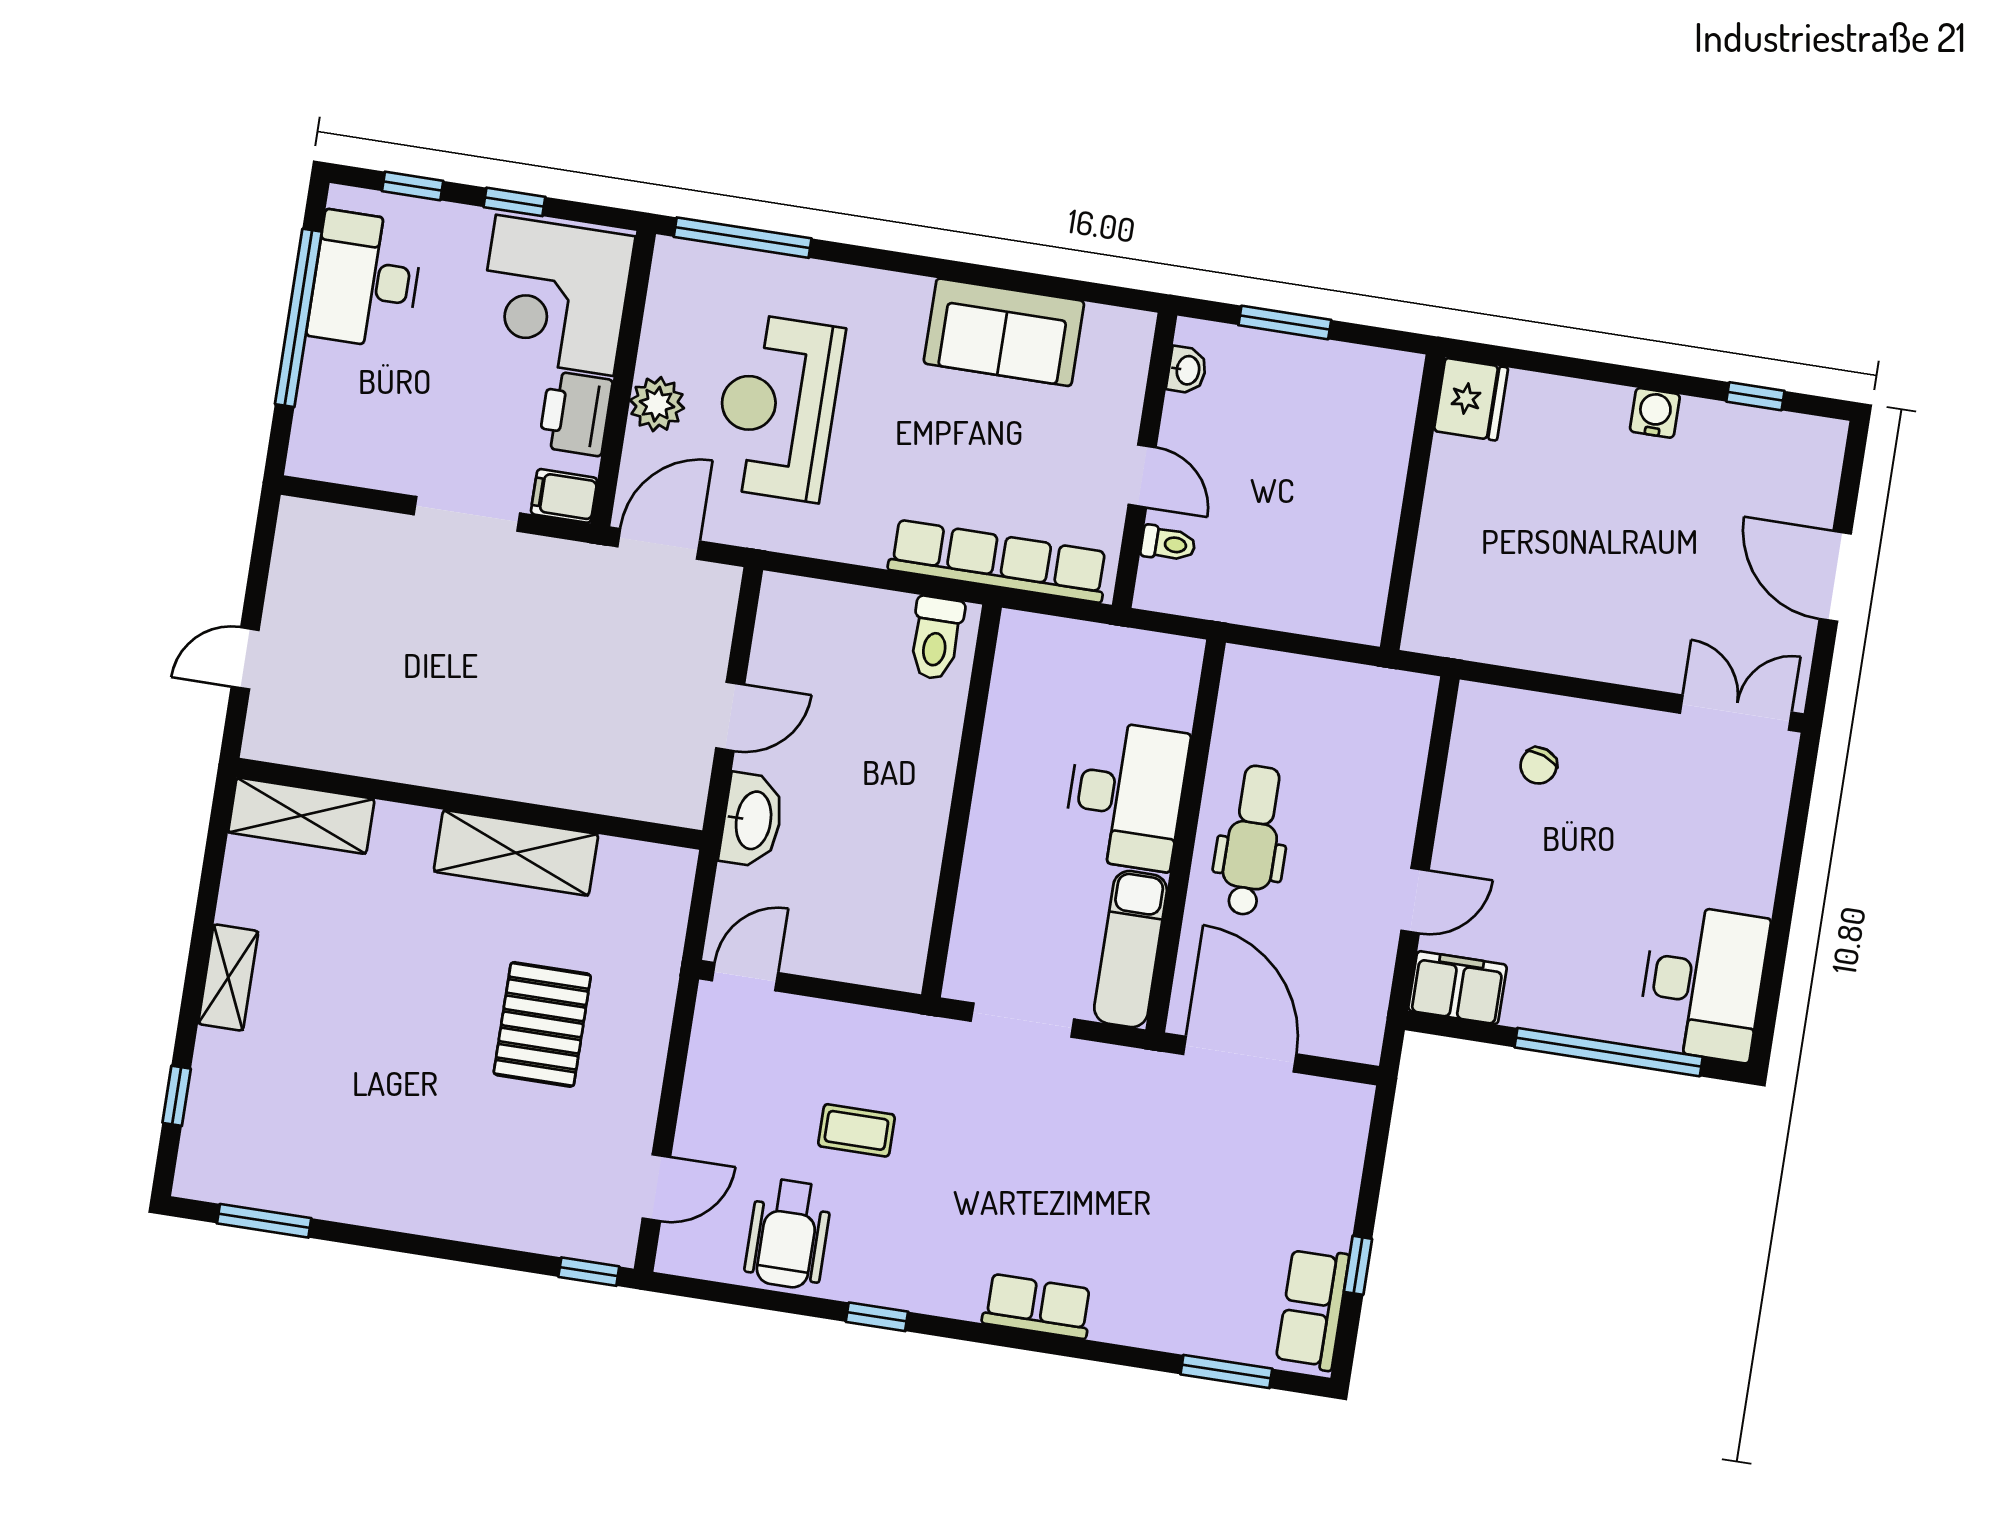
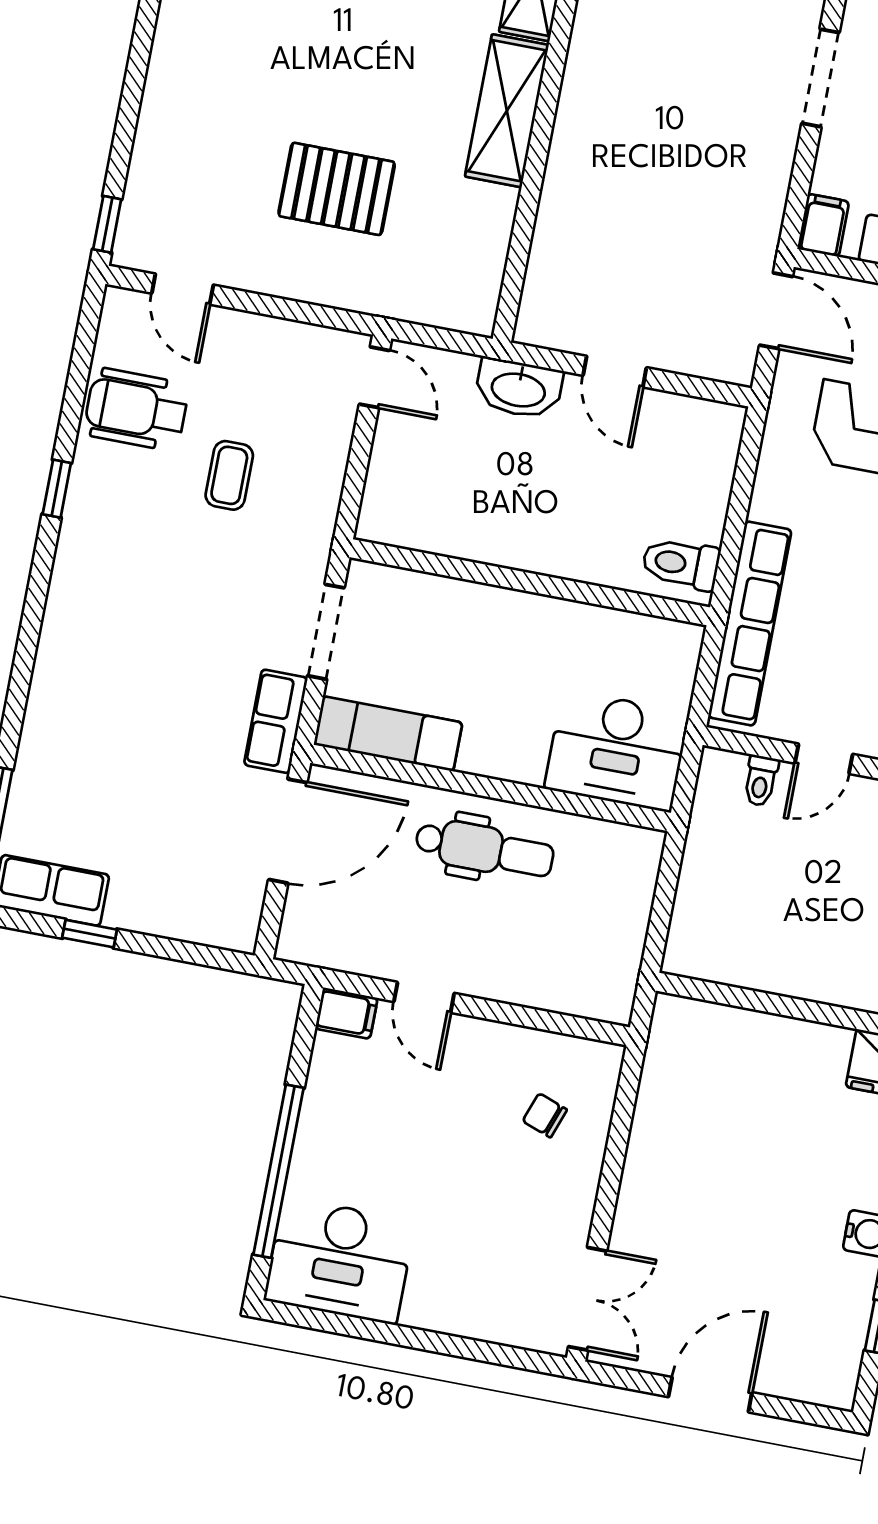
doorway: (467, 514) -> (820, 78), moved
desk: (1126, 795) -> (617, 751), moved
shelving: (516, 853) -> (507, 111), moved
filing cabinet: (1458, 988) -> (346, 1013), width x0.50
row of seats: (1037, 1306) -> (276, 721), moved, turned 180

